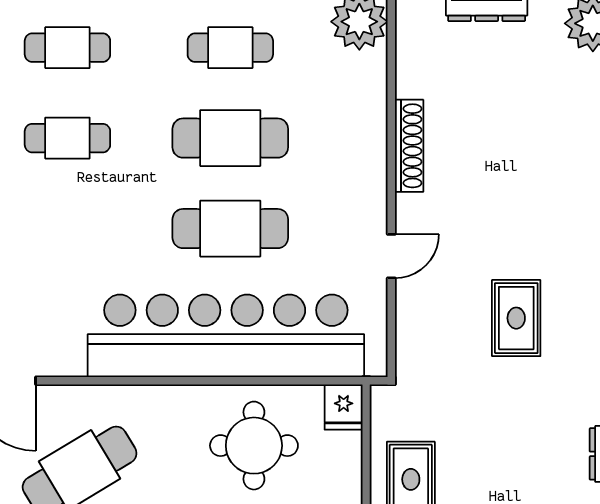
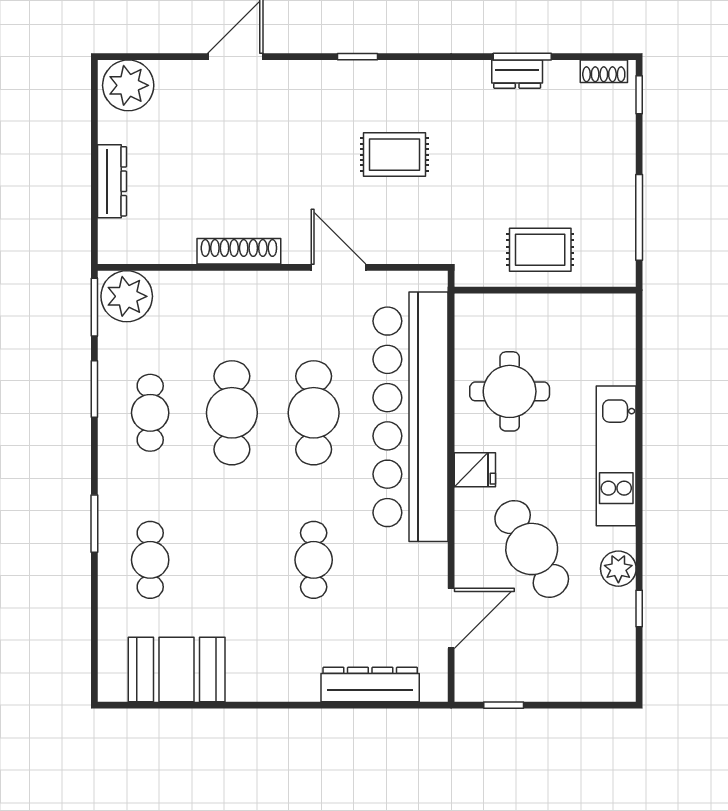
cafe table: (67, 138) -> (314, 560), moved
door: (391, 256) -> (339, 267), width x1.38
fridge: (344, 407) -> (475, 470), moved

